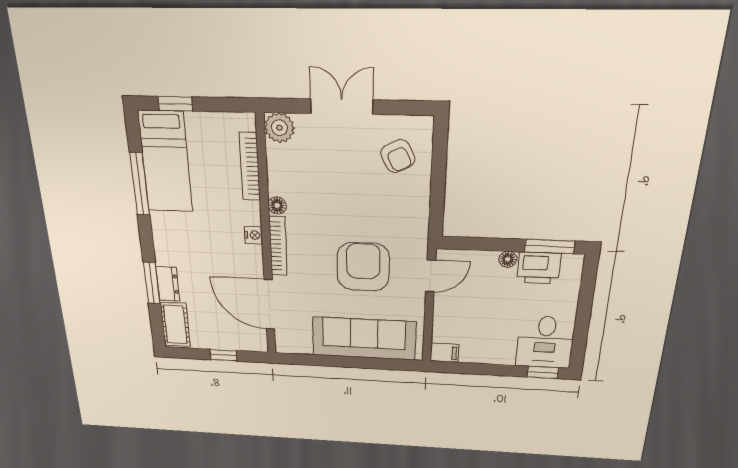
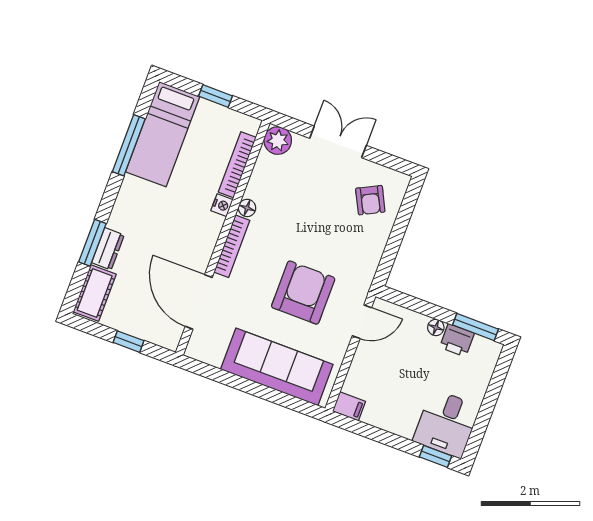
window: (175, 104) -> (216, 96), moved
nightstand: (253, 235) -> (222, 205), moved
printer: (539, 268) -> (457, 340), width x0.73, depth x0.81

